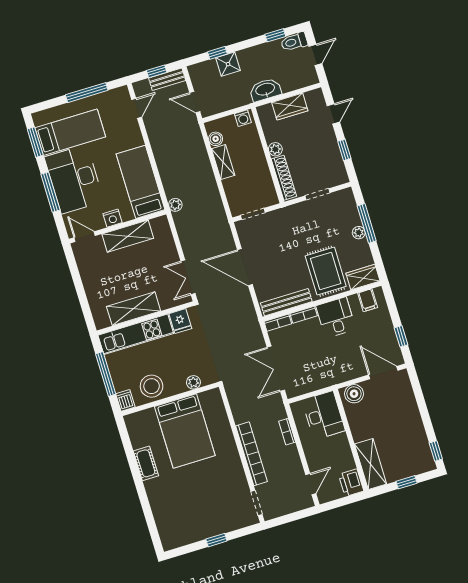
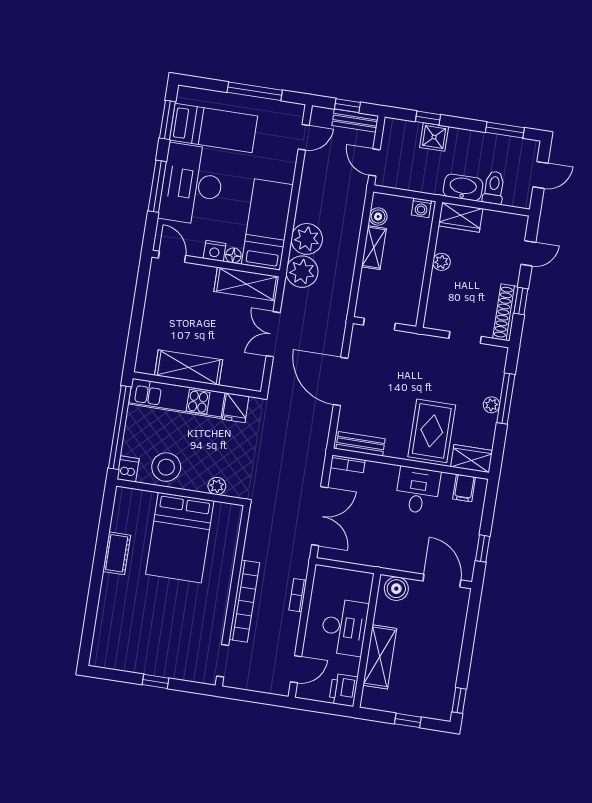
window: (275, 35) -> (505, 130), width x1.50
toilet: (294, 42) -> (494, 188), moved, turned 90
wardrobe: (290, 107) -> (461, 217), moved
shoe rack: (284, 178) -> (505, 312), moved, turned 180
plant: (173, 179) -> (307, 239), added
plant: (175, 205) -> (302, 272), width x1.87, depth x1.87
floor lamp: (127, 215) -> (233, 255), added
shelving: (128, 236) -> (246, 284), moved
double door: (188, 277) -> (273, 334), moved
bench: (286, 302) -> (360, 444), width x0.73
bookcase: (304, 315) -> (382, 469), removed
double door: (276, 369) -> (320, 516), swing flipped
window: (106, 374) -> (120, 428), width x1.46
desk: (323, 415) -> (344, 627), moved
shelving: (371, 464) -> (380, 657), moved

